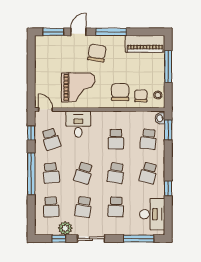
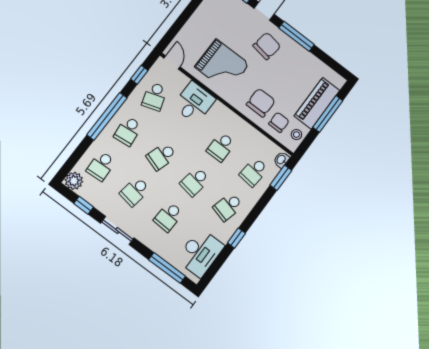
piano: (145, 44) -> (317, 103), moved, turned 90
plant: (65, 228) -> (74, 181), moved

